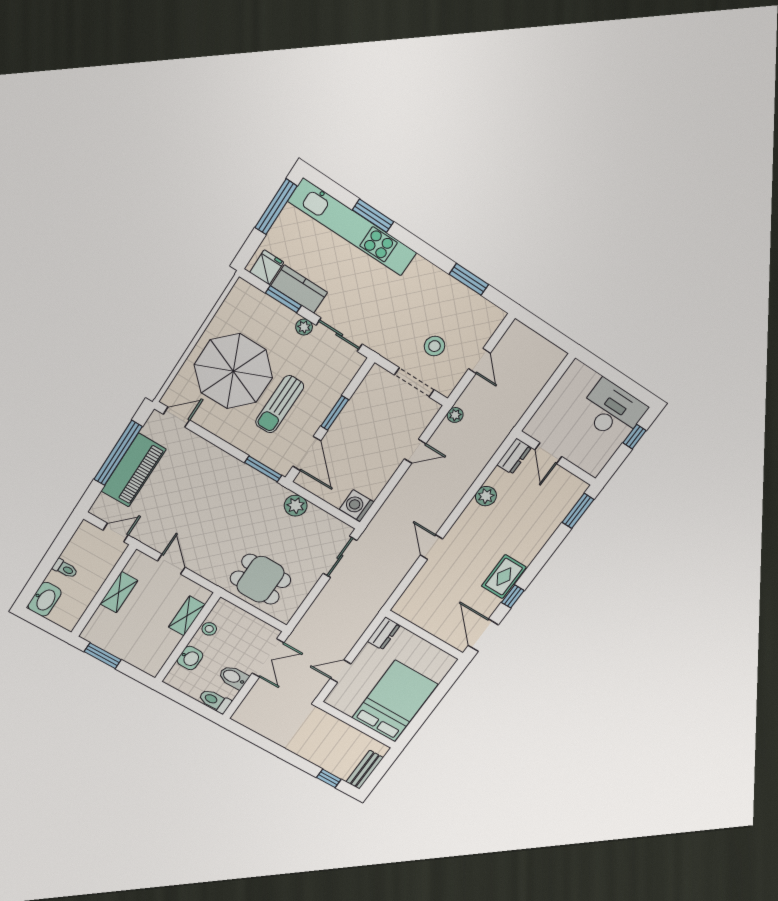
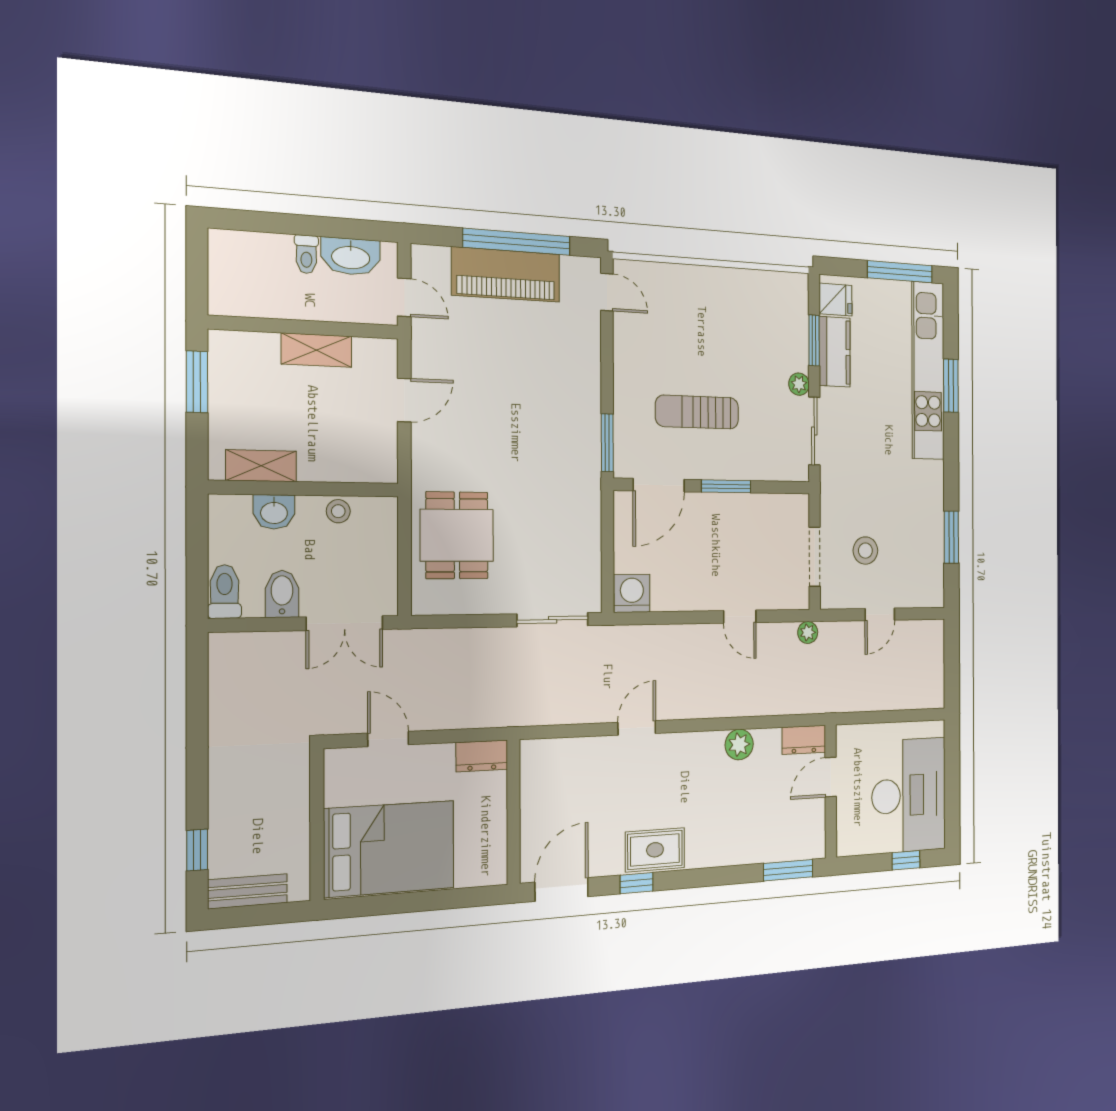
parasol: (233, 371) -> (702, 331), removed
desk: (612, 411) -> (909, 795), width x1.36, depth x1.30
plant: (296, 506) -> (585, 515), removed
washbasin: (45, 599) -> (351, 256), moved
shelving: (187, 616) -> (261, 466), moved

